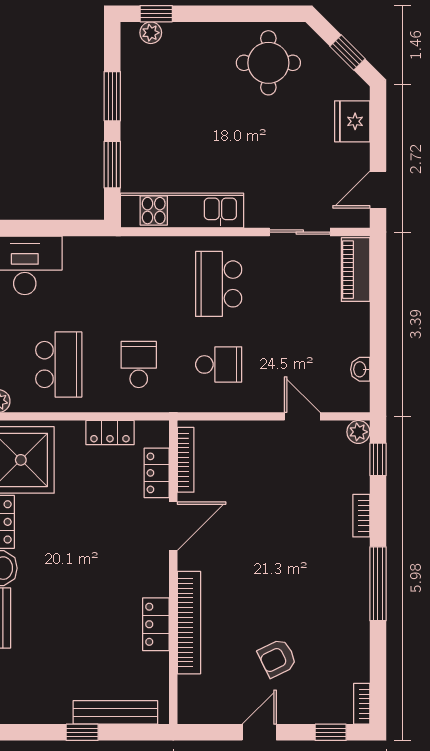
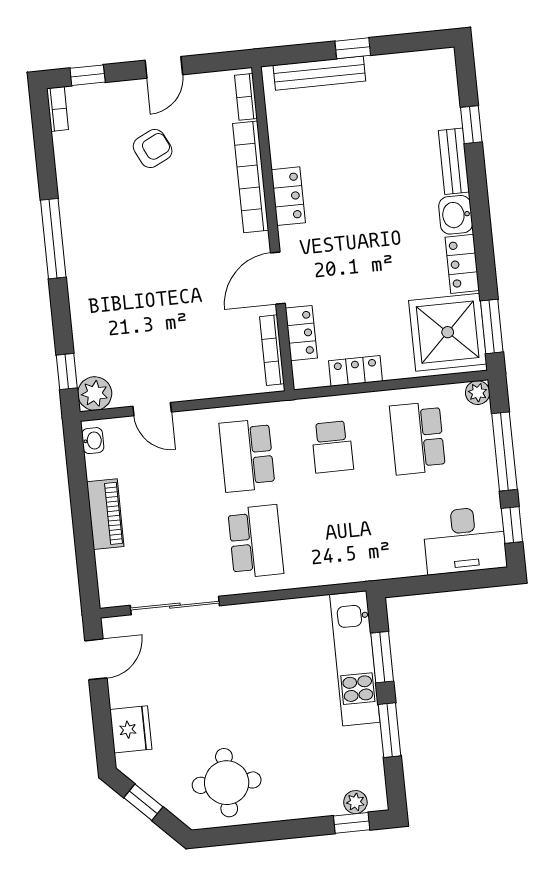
kitchen unit: (182, 211) -> (355, 658), moved, turned 90
sliding door: (300, 232) -> (175, 606), width x1.37
piano: (356, 270) -> (105, 514), moved
school desk: (219, 364) -> (247, 455), width x1.85
washbasin: (360, 369) -> (93, 441), moved
plant: (358, 432) -> (95, 394), width x1.38, depth x1.38
bookcase: (361, 516) -> (246, 97), moved, turned 180
locker: (156, 624) -> (288, 196), moved

